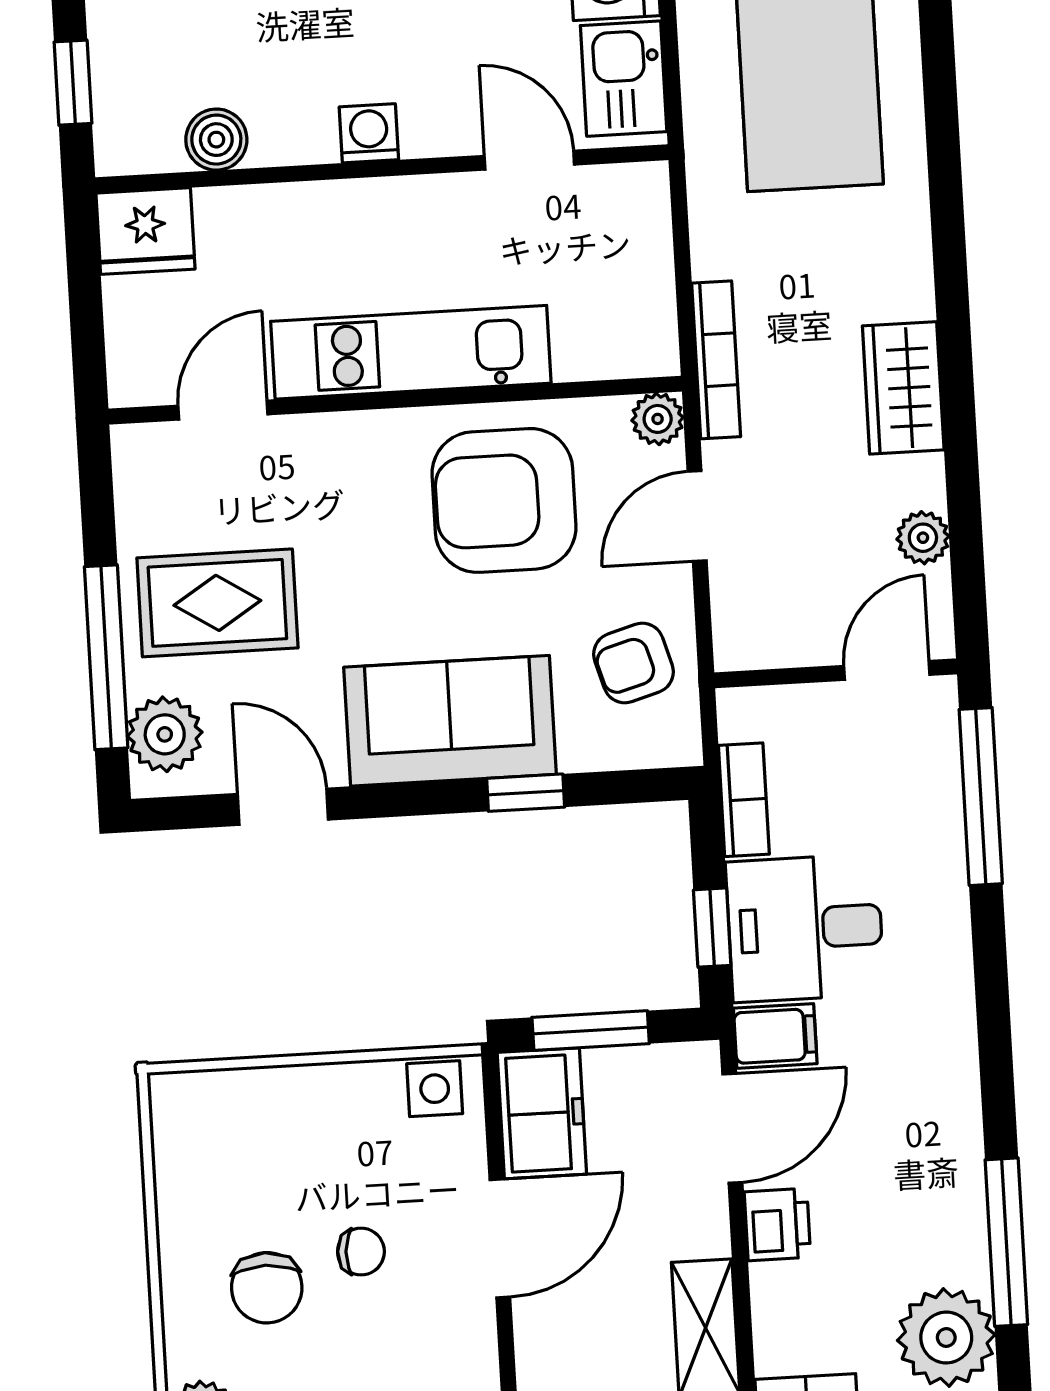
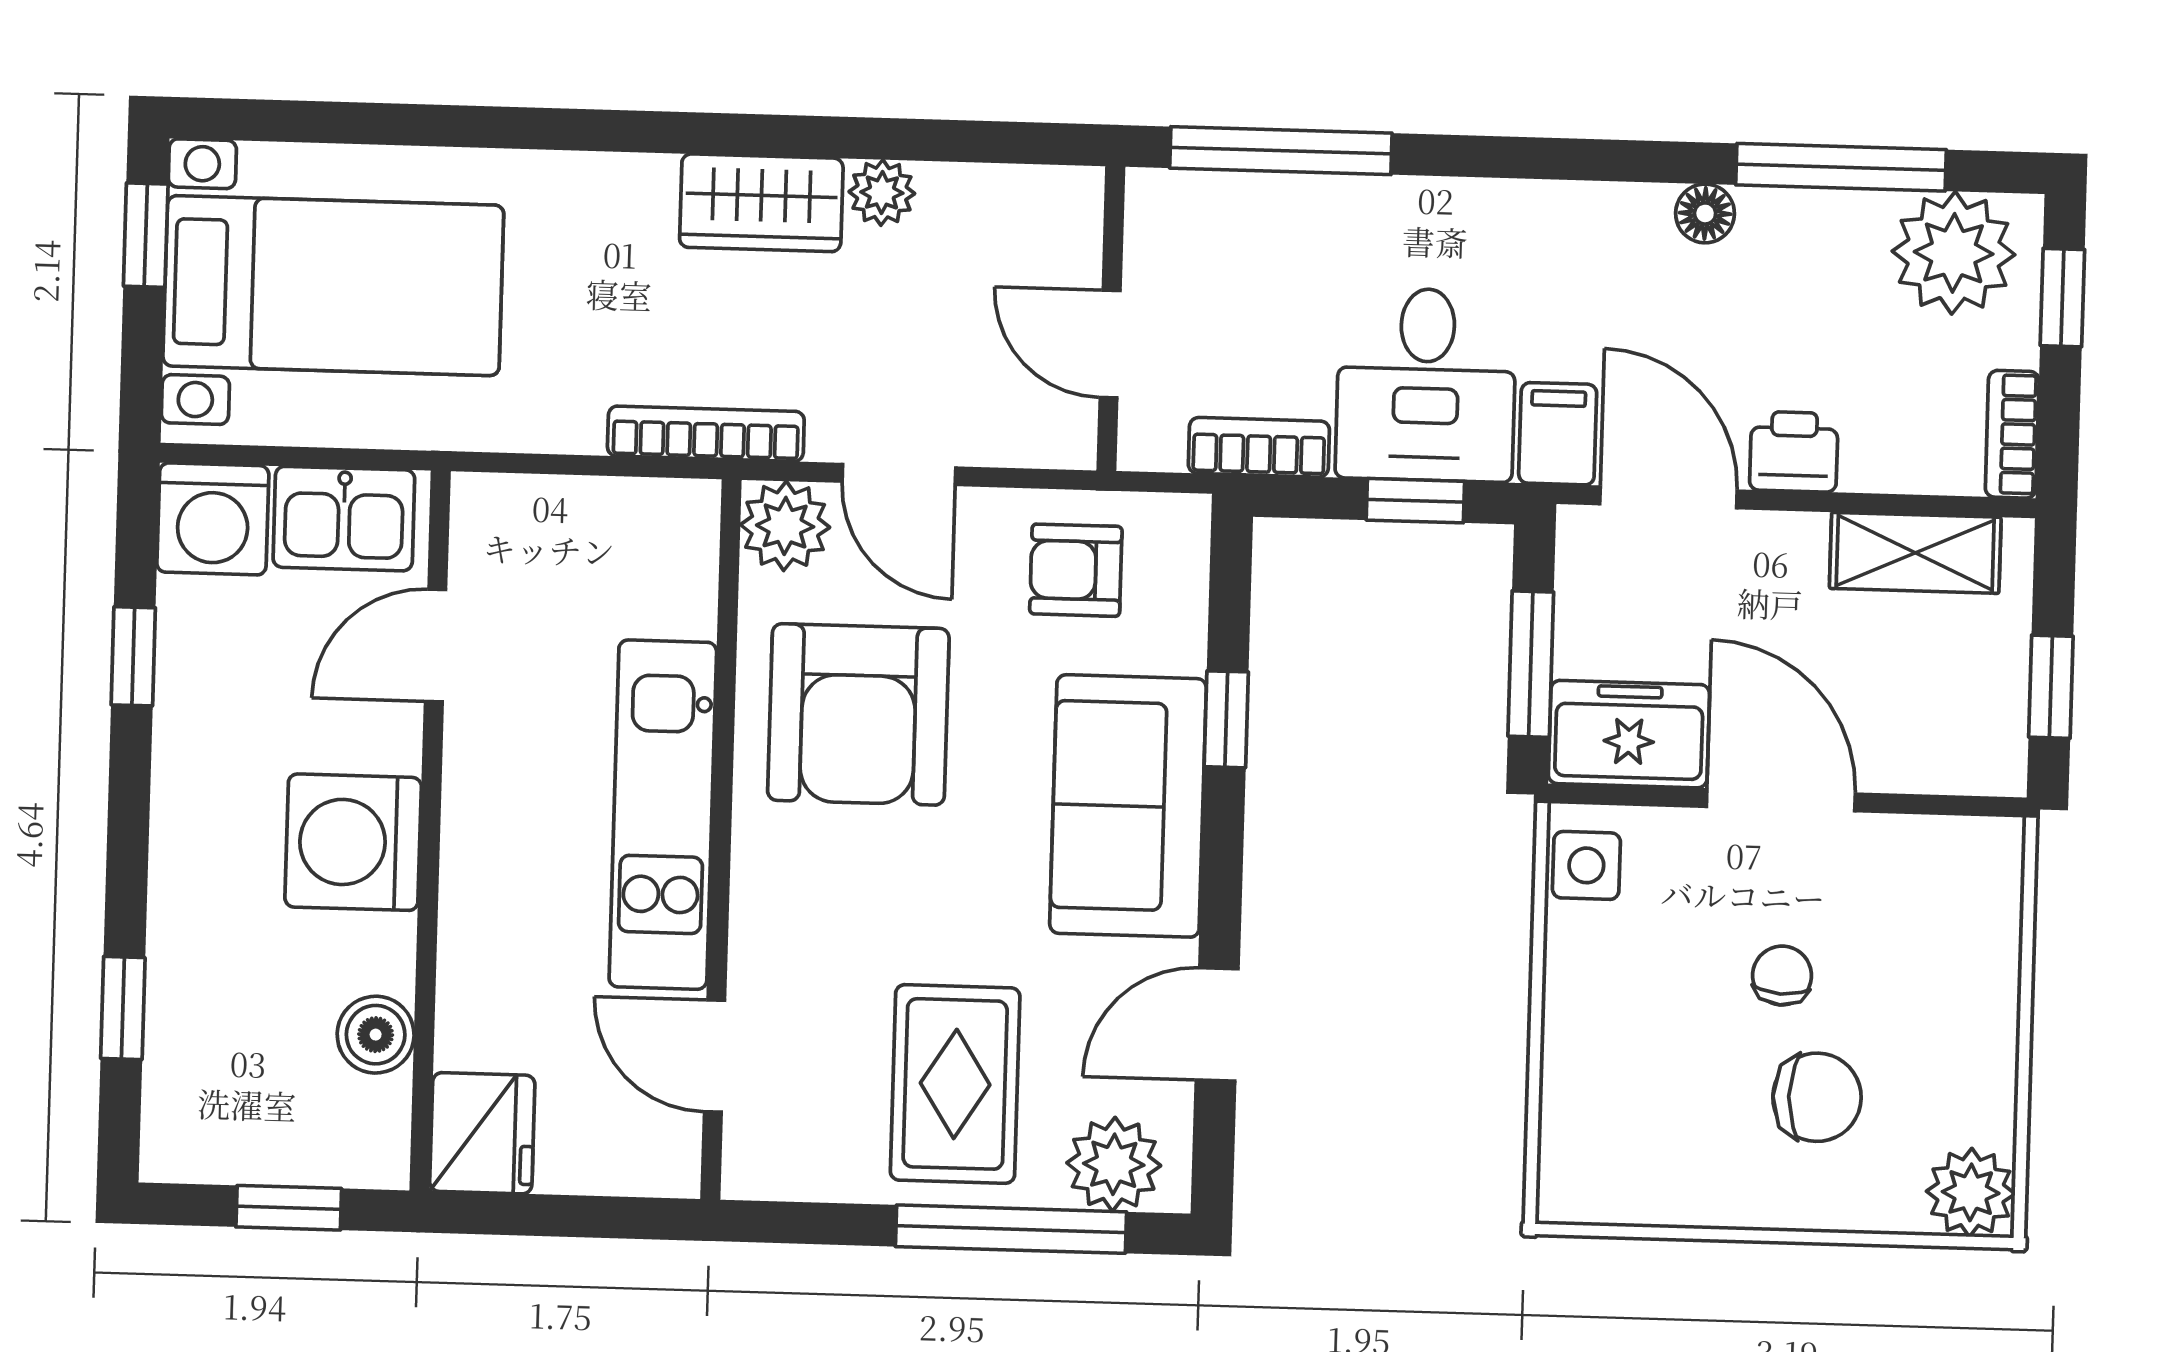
washing machine: (369, 133) -> (353, 842), width x1.89, depth x1.89
plant: (658, 419) -> (785, 526), width x1.38, depth x1.38
plant: (923, 538) -> (882, 193), moved
armchair: (634, 663) -> (1076, 570), turned 106
door: (887, 670) -> (1110, 344), moved
floor lamp: (960, 1138) -> (1705, 213), added

